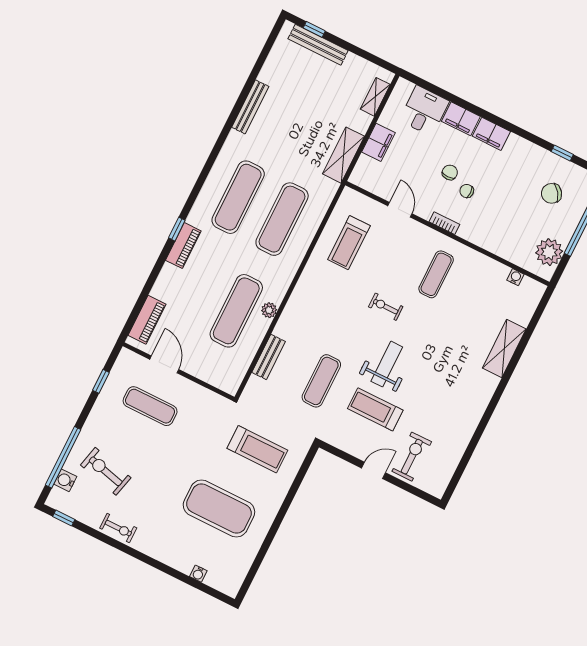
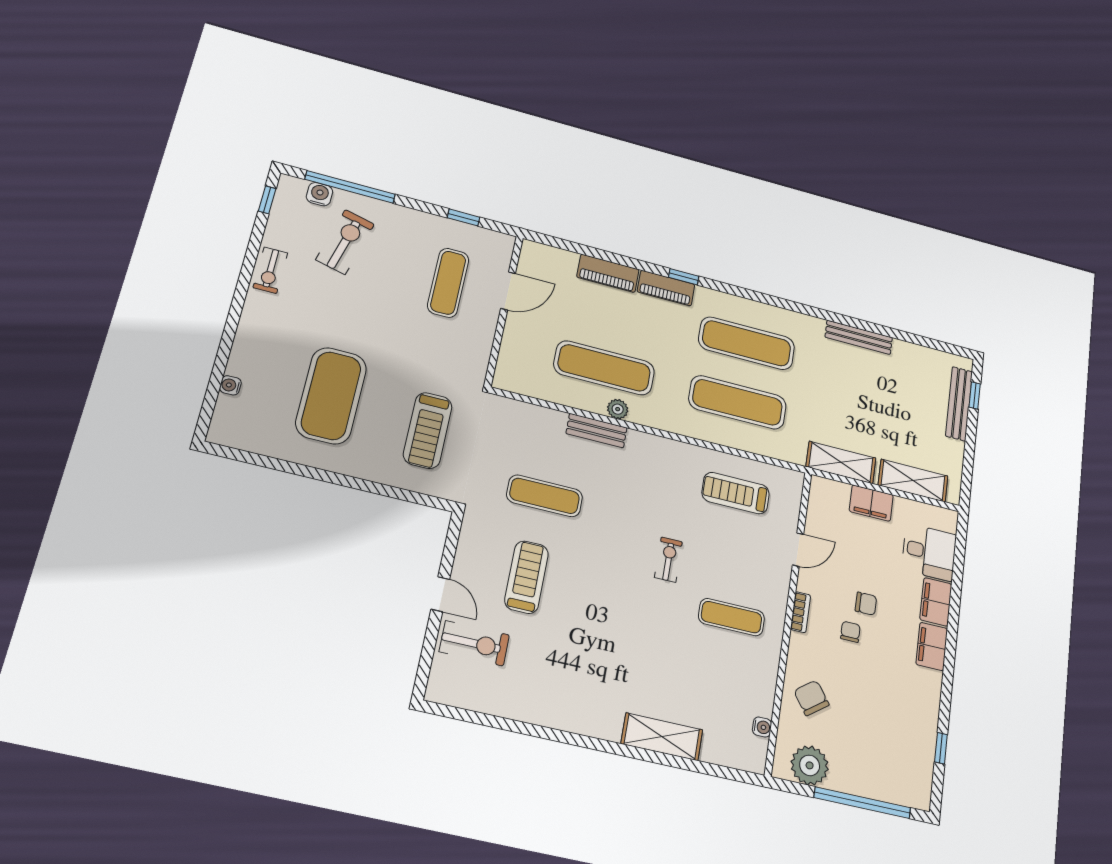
shelving: (375, 97) -> (913, 481), width x1.50, depth x1.33
chair: (551, 193) -> (811, 698), moved
piano: (147, 320) -> (608, 273), moved
bench: (269, 357) -> (597, 431), moved
weight bench: (387, 364) -> (593, 579), removed

